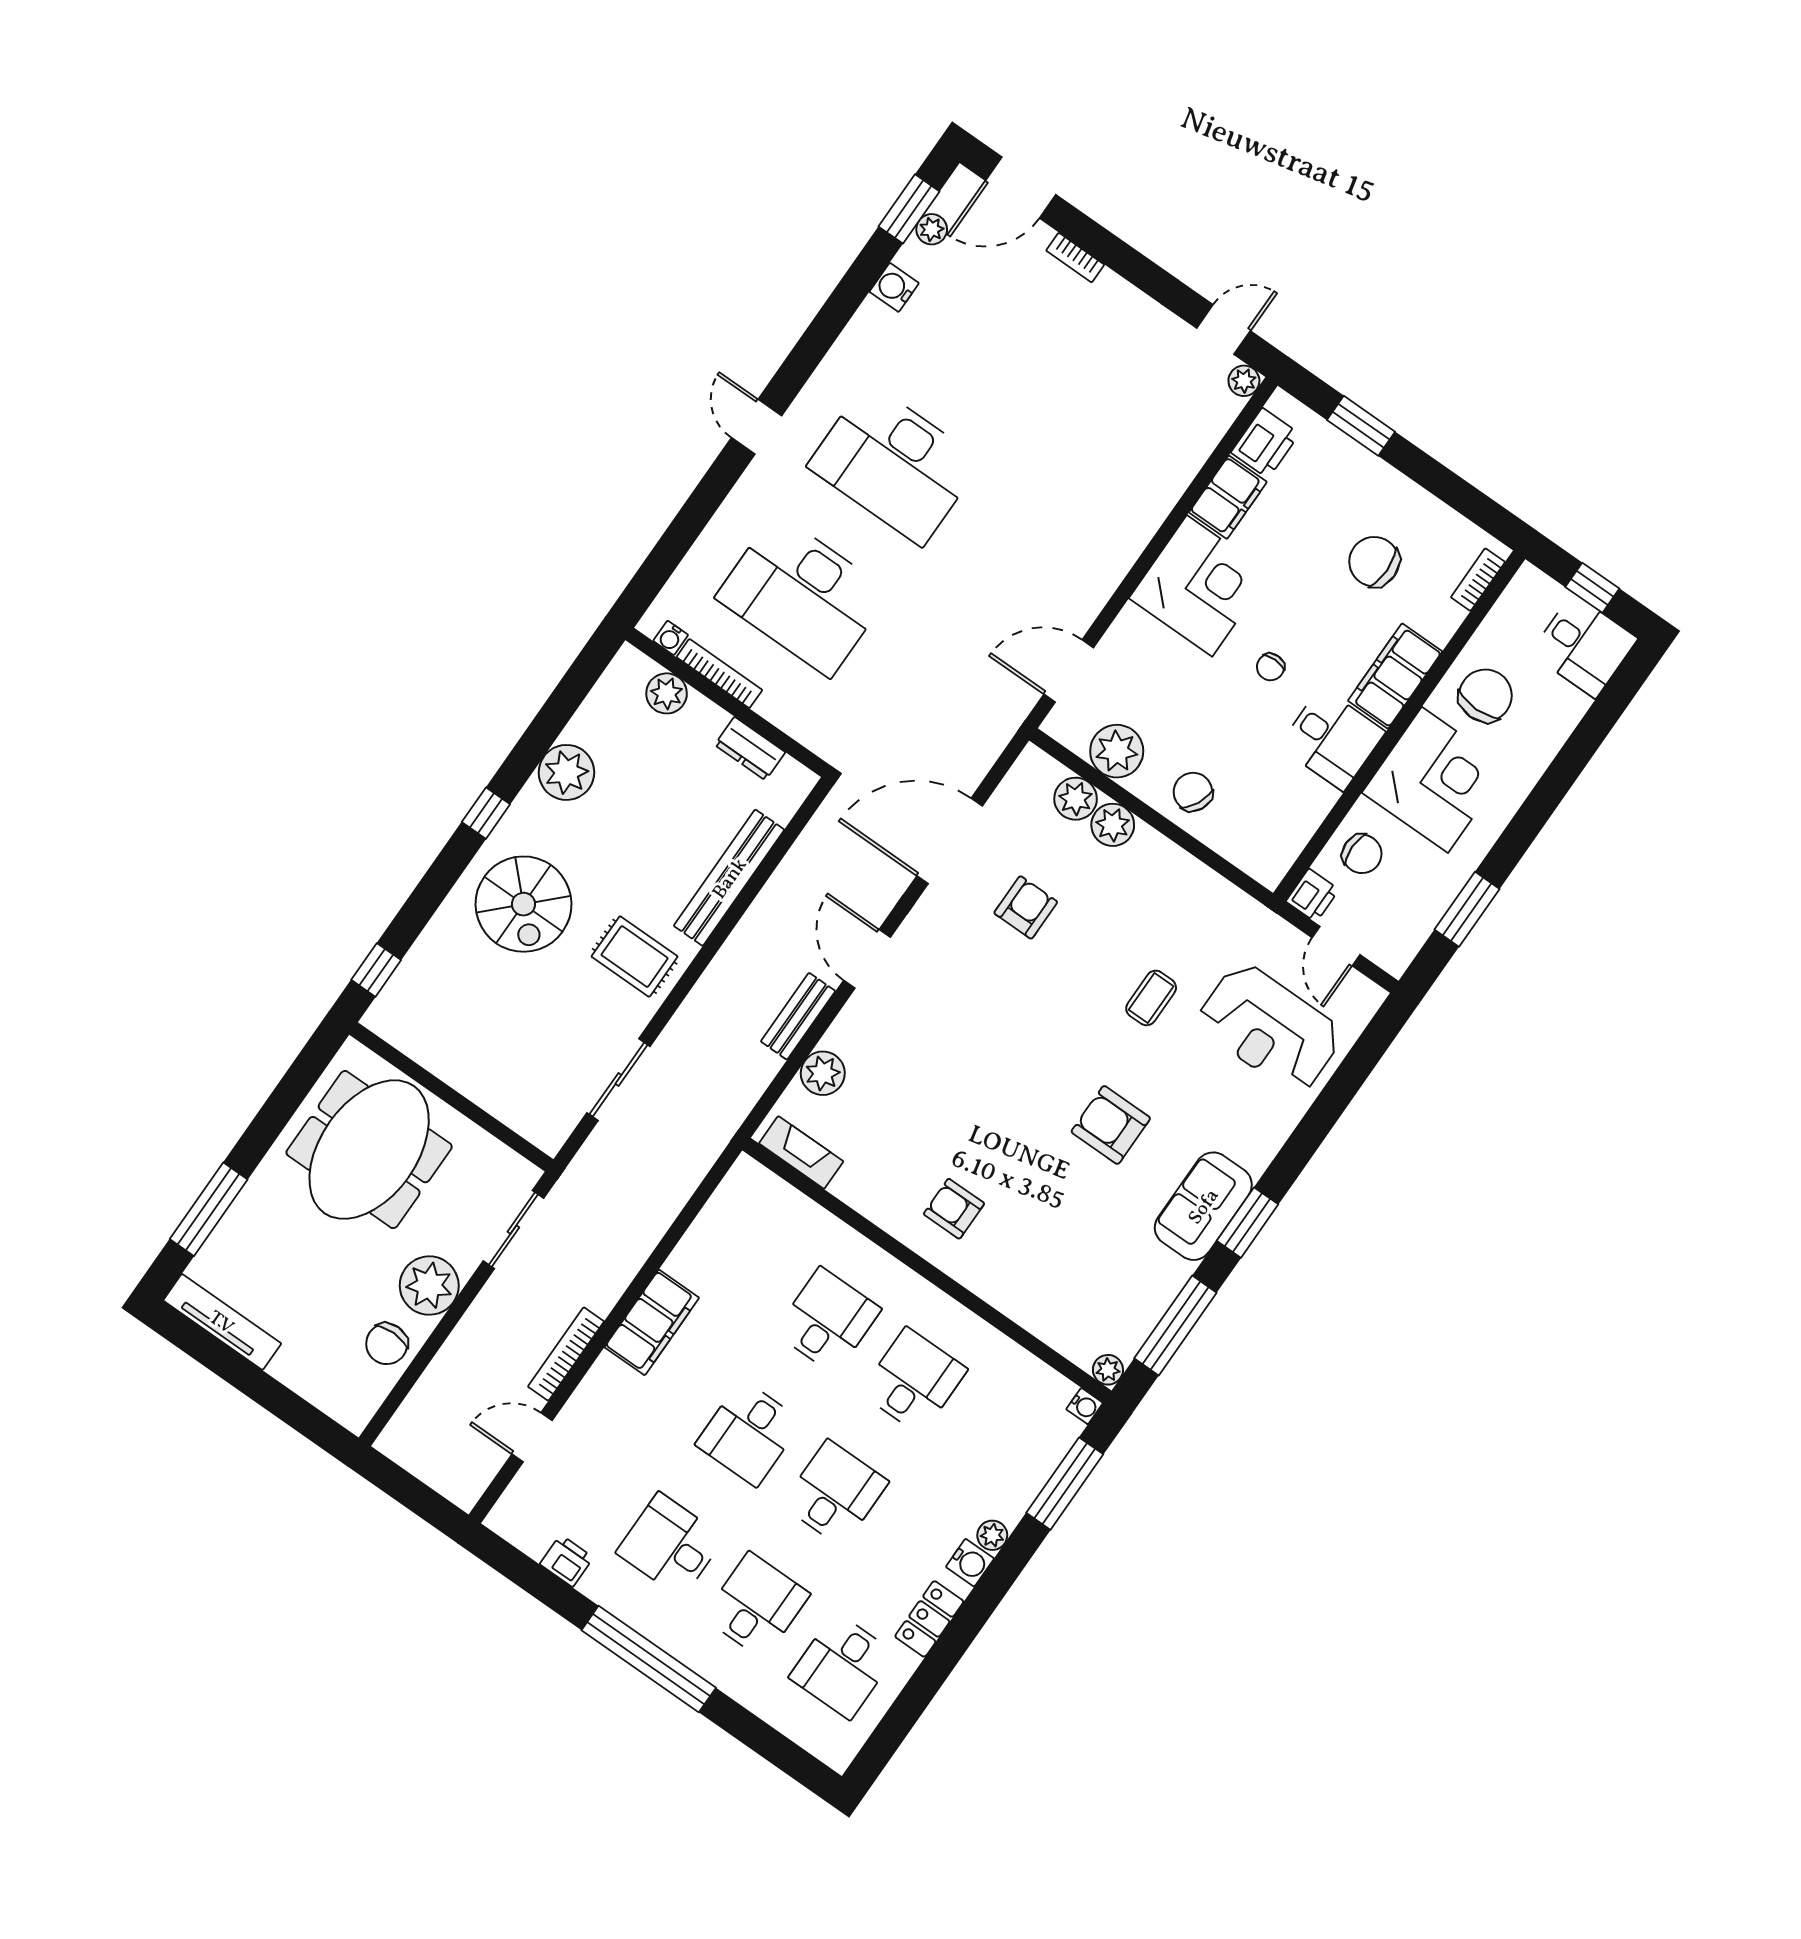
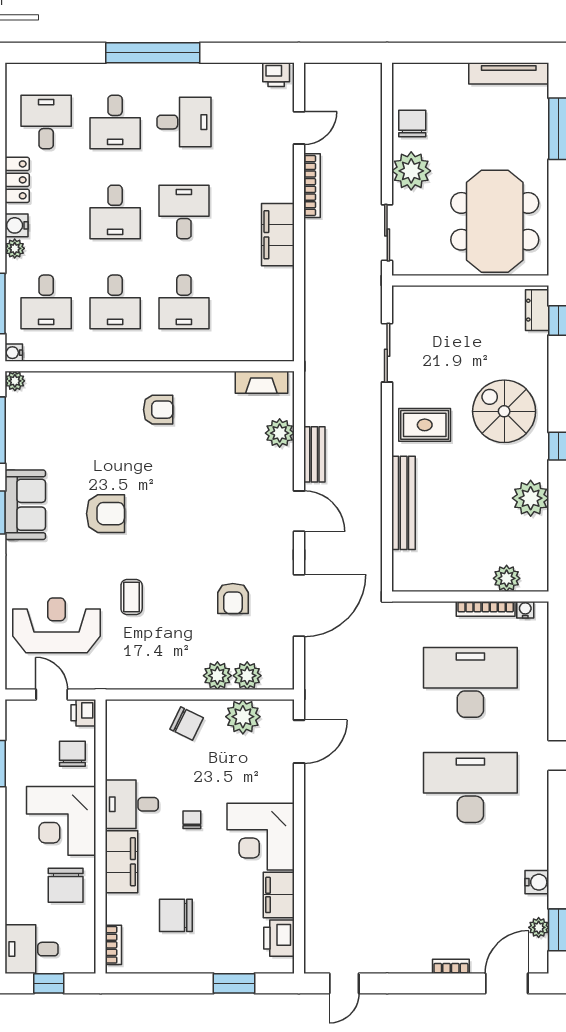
plant: (1244, 381) -> (314, 964), removed
chair: (1374, 562) -> (176, 915), turned 180
dresser: (750, 749) -> (537, 310), moved, turned -90
chair: (1362, 854) -> (72, 754), turned 90
desk: (1000, 1441) -> (46, 302), added
printer: (567, 1561) -> (276, 75), moved

